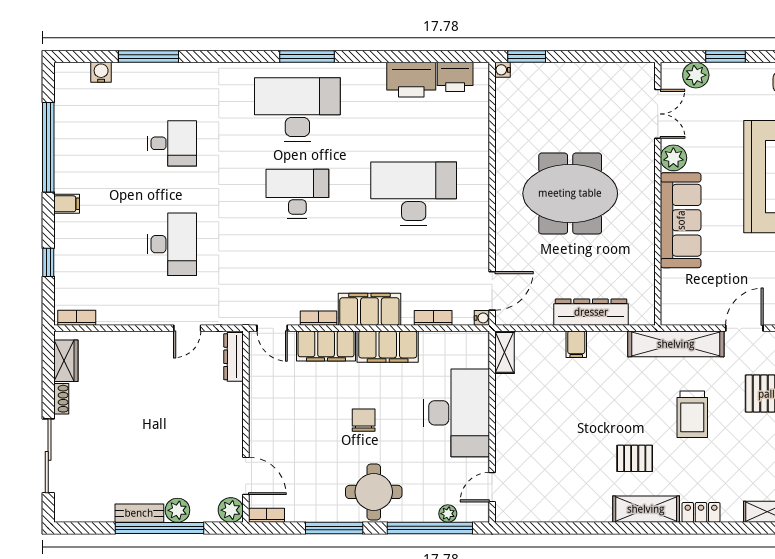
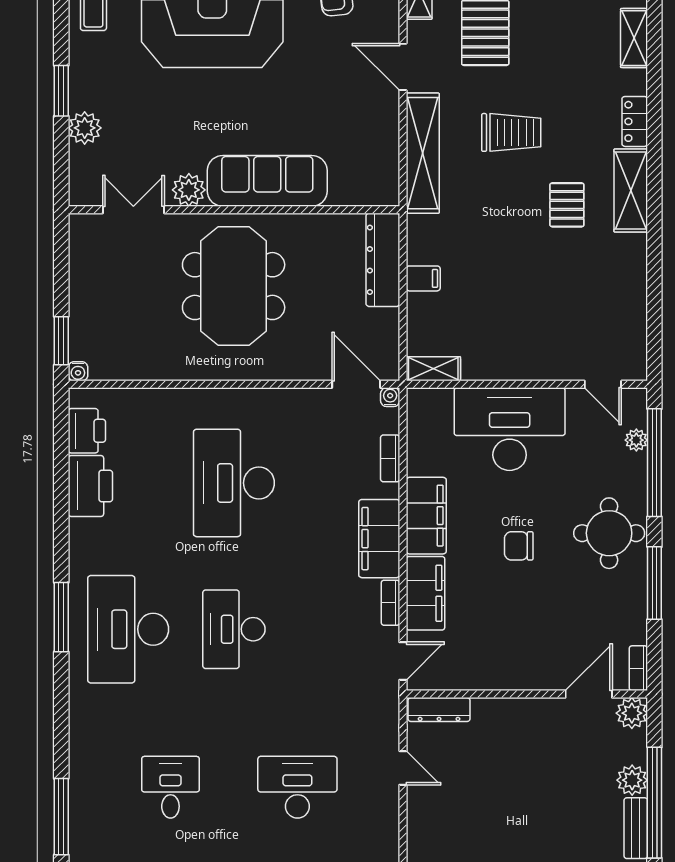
double door: (658, 114) -> (133, 210), moved
plant: (673, 158) -> (189, 190), moved
wall: (658, 194) -> (234, 210), moved
sofa: (681, 220) -> (267, 181), moved

